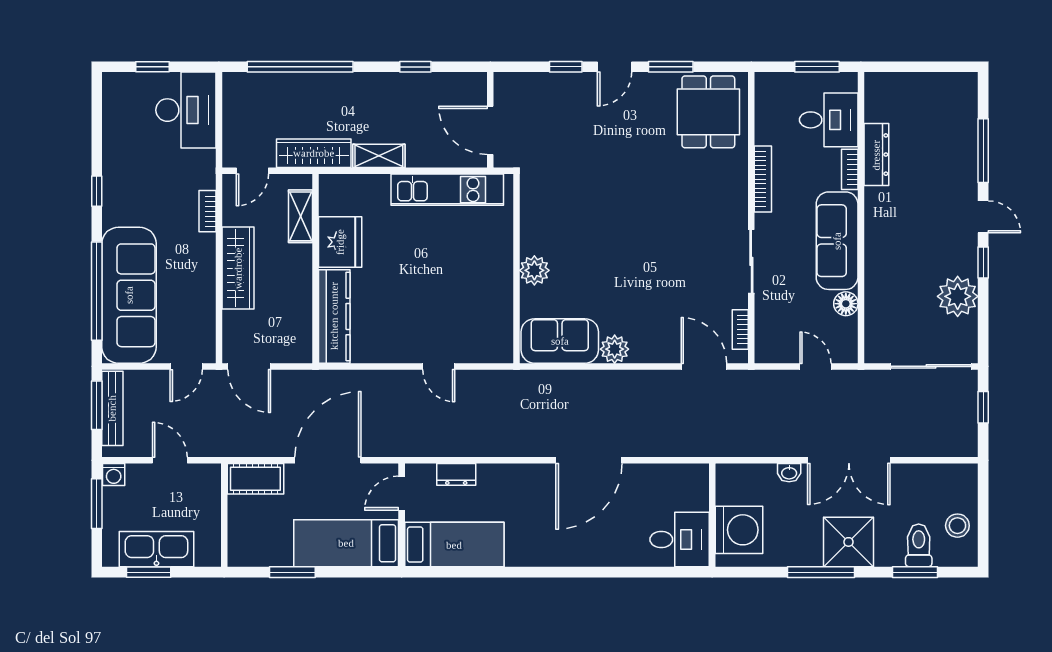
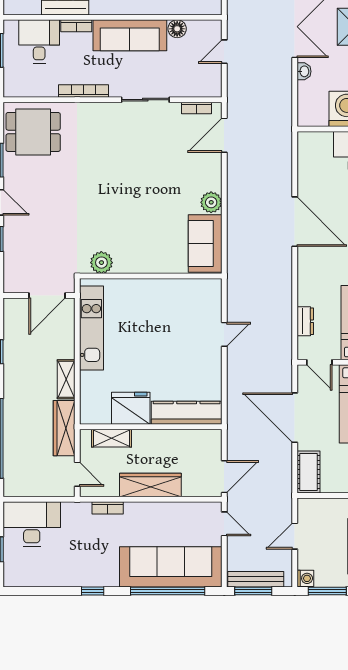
plant: (534, 270) -> (101, 263), moved

